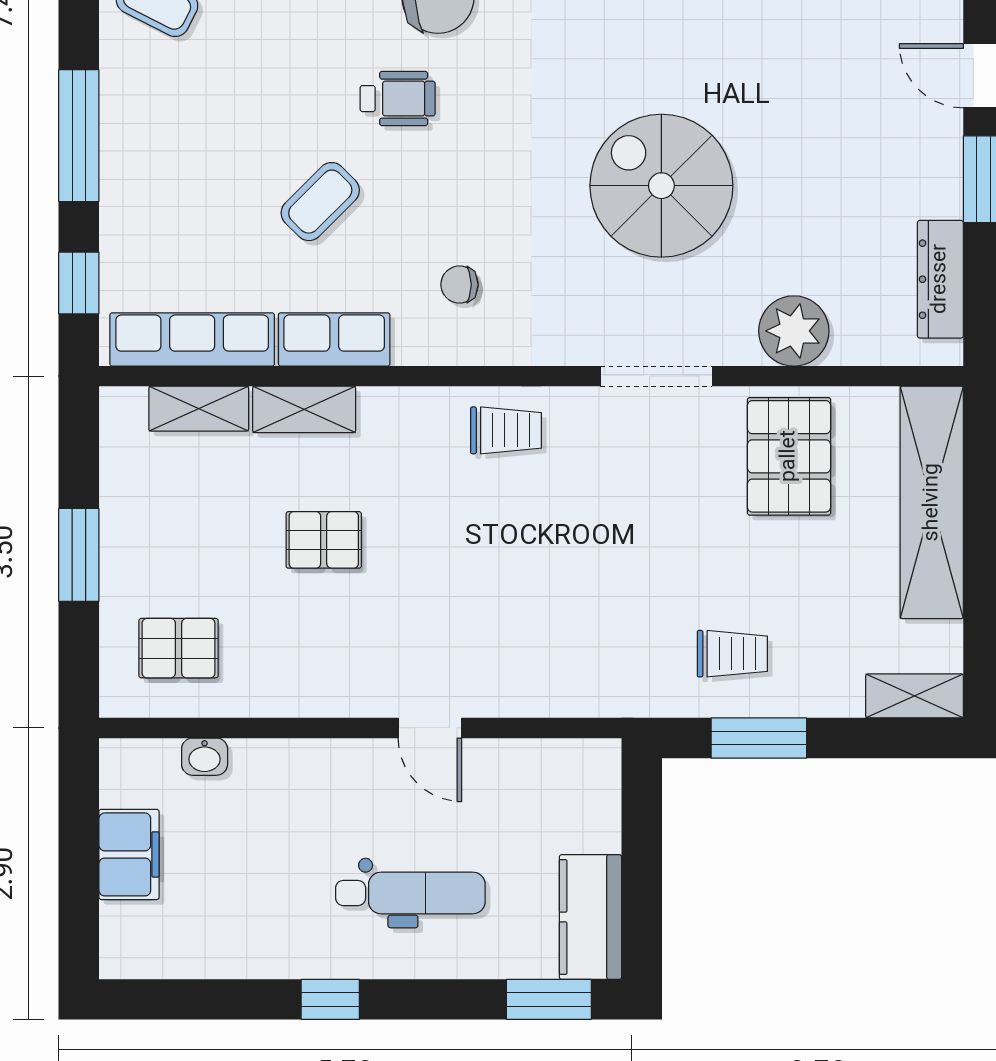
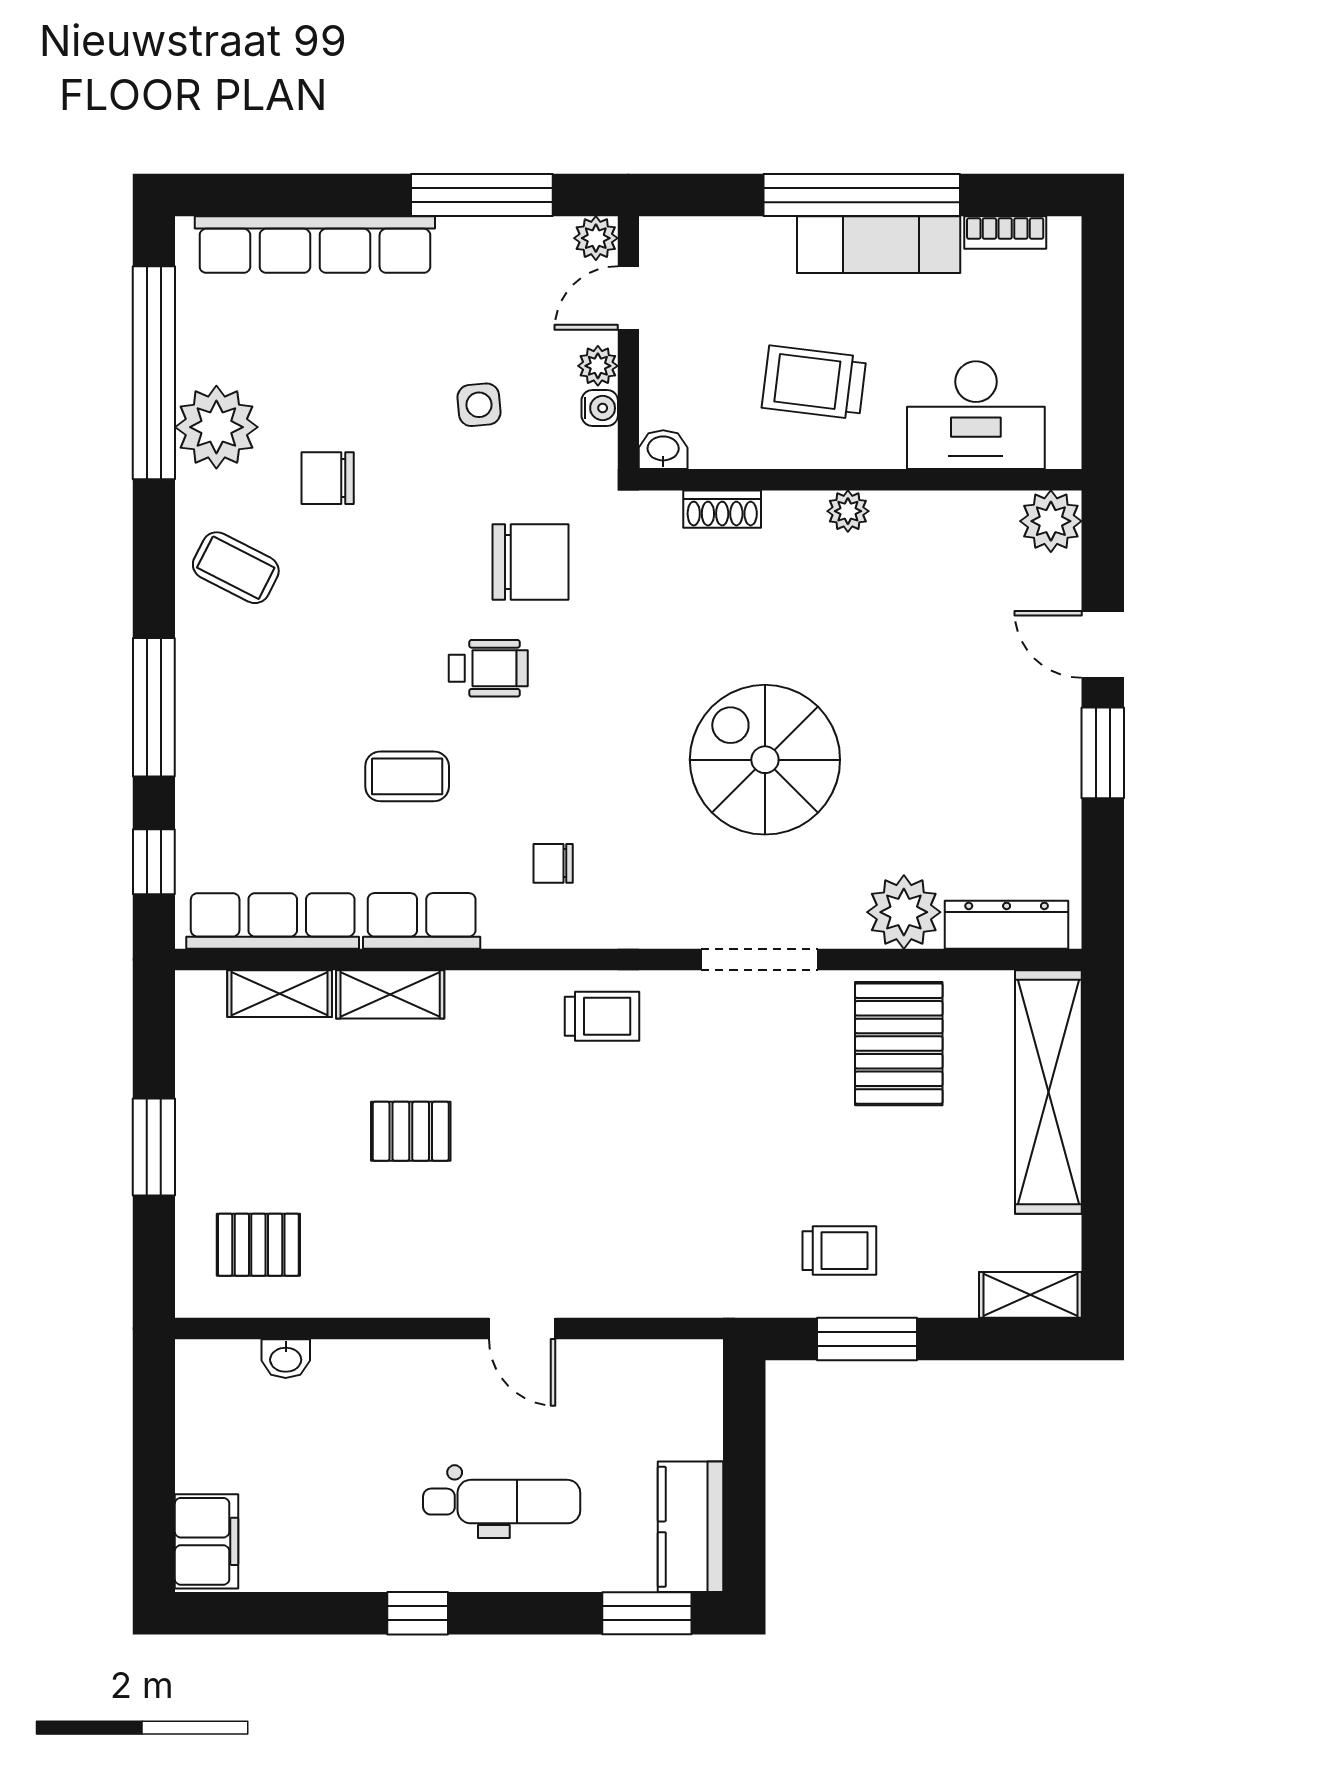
coffee table: (320, 202) -> (407, 776), turned 45
dresser: (940, 279) -> (1007, 925), moved, turned 90
filing cabinet: (129, 854) -> (206, 1541), moved

